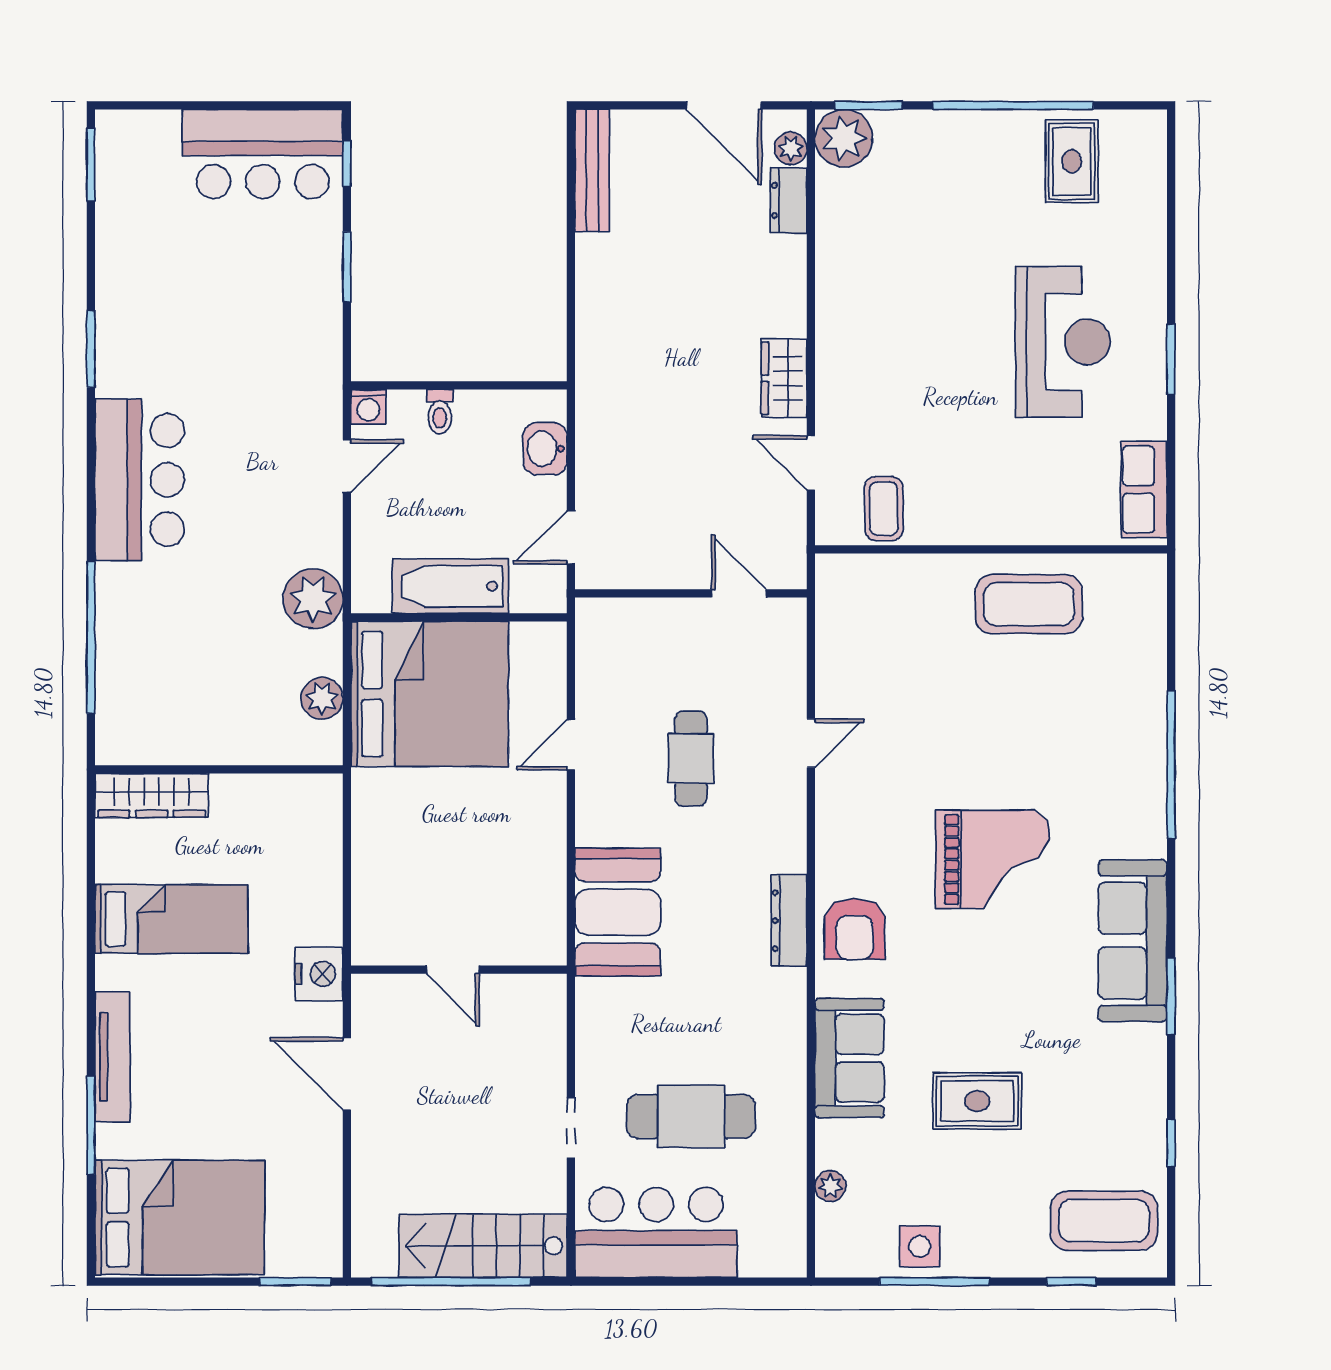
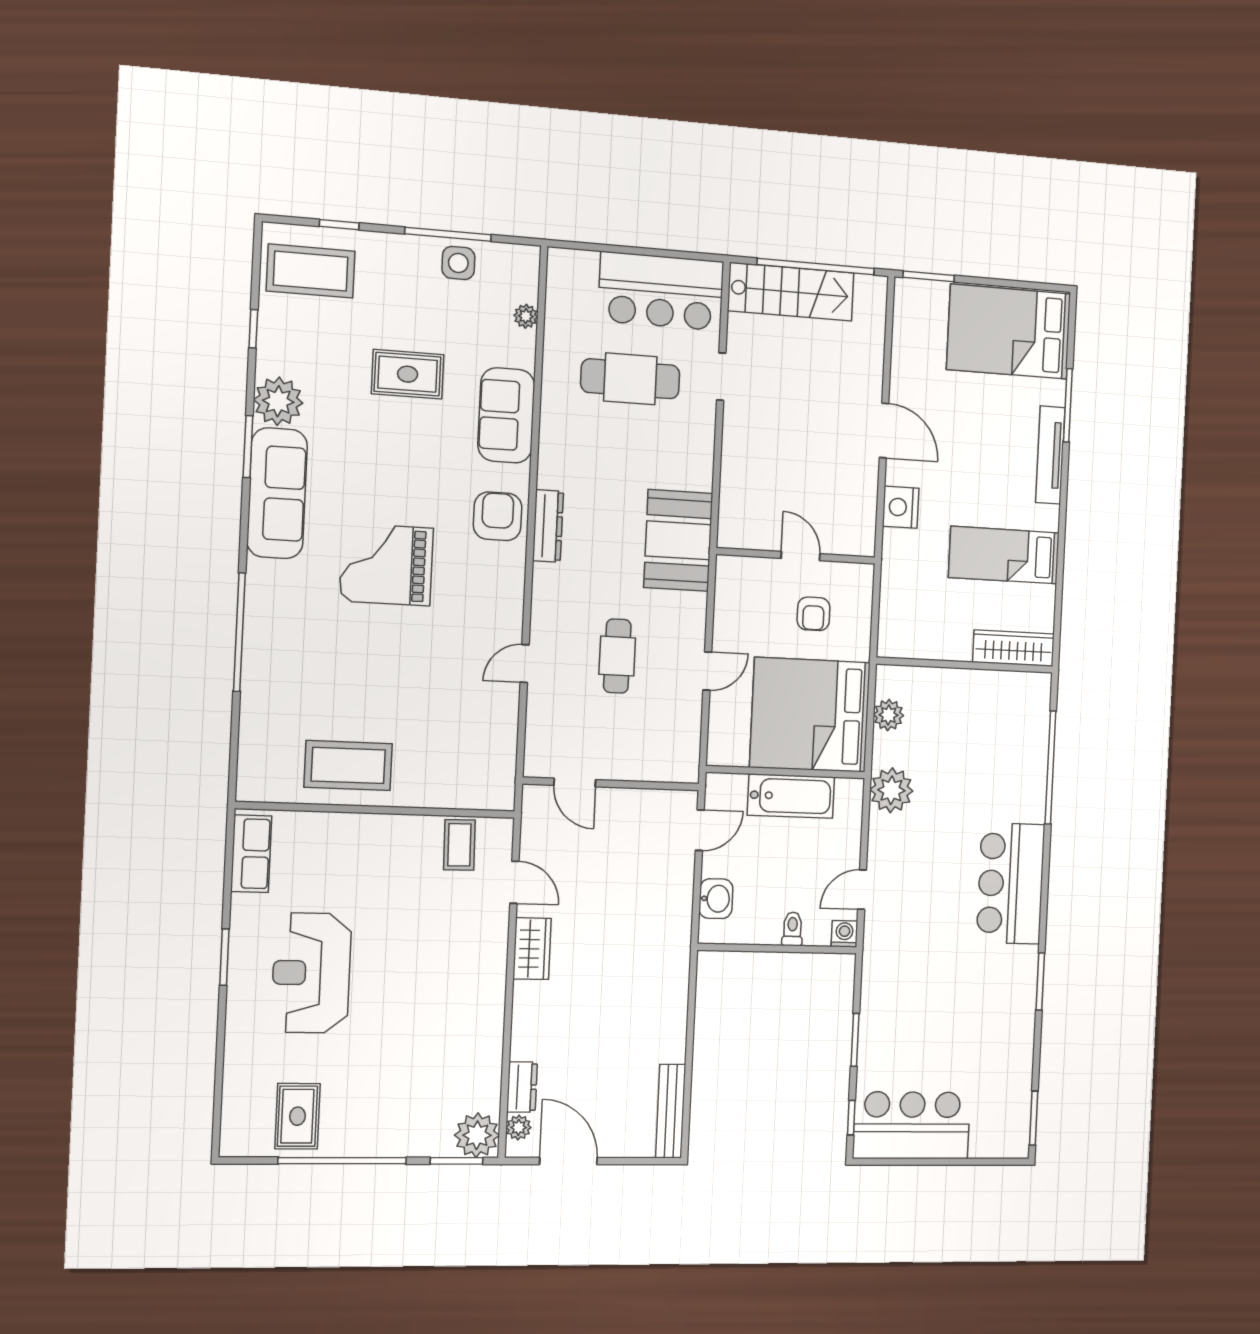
armchair: (432, 827) -> (813, 614), added
door: (453, 970) -> (801, 556), moved
wall: (459, 970) -> (796, 556), moved
plant: (1137, 1055) -> (278, 401), added

